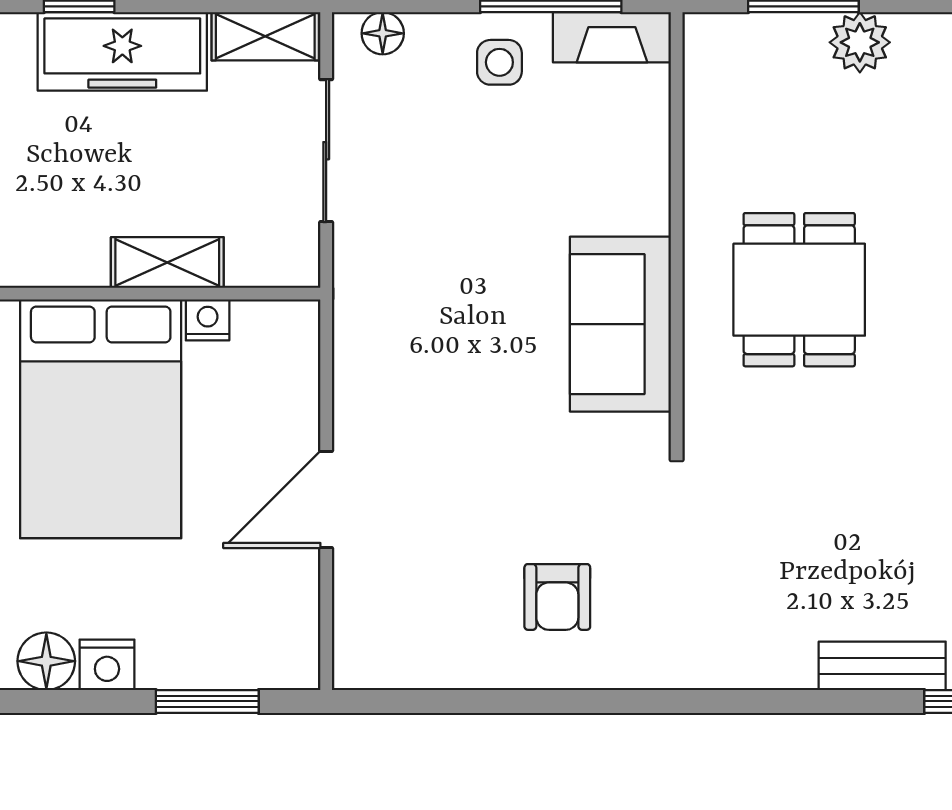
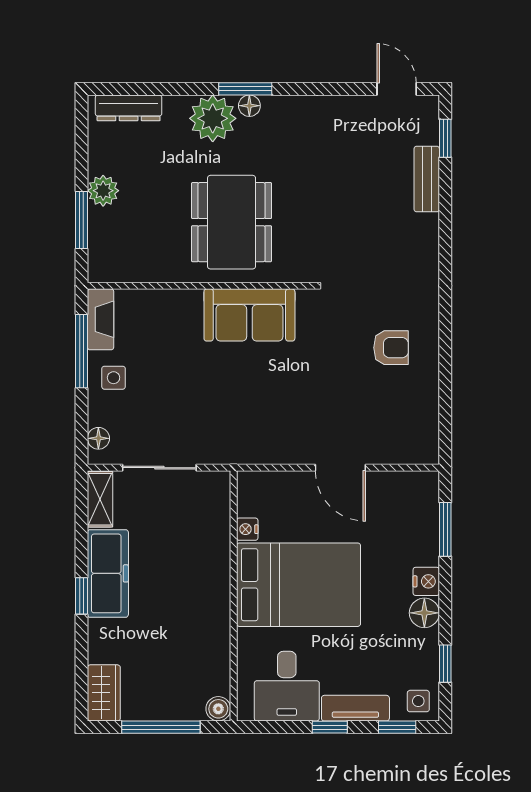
shelving: (167, 263) -> (217, 550), removed
dining table: (799, 290) -> (232, 222), width x1.38

